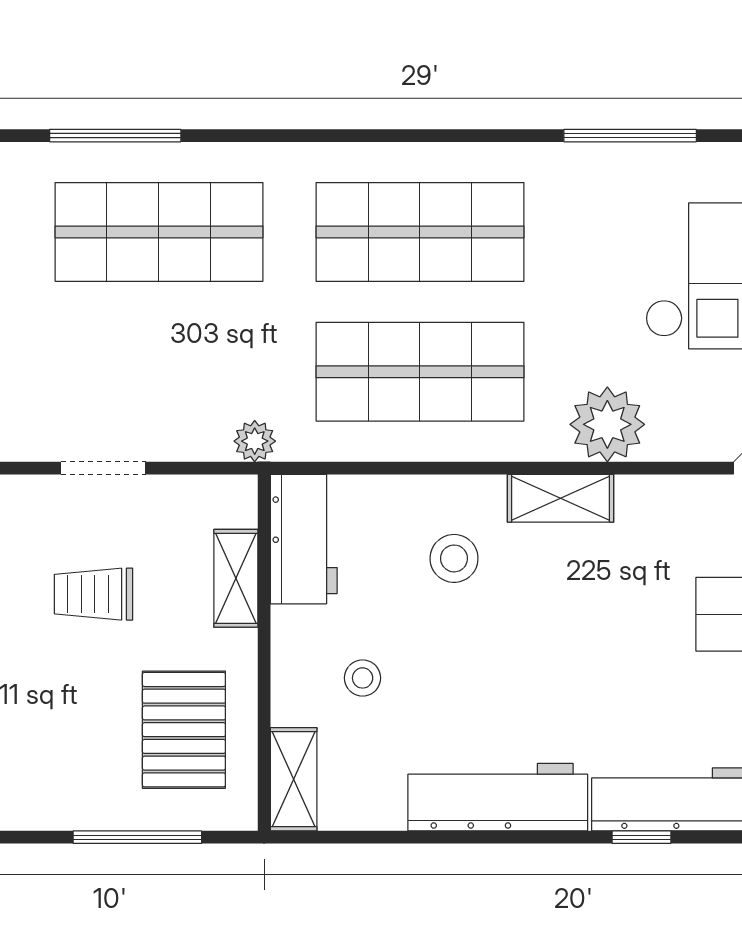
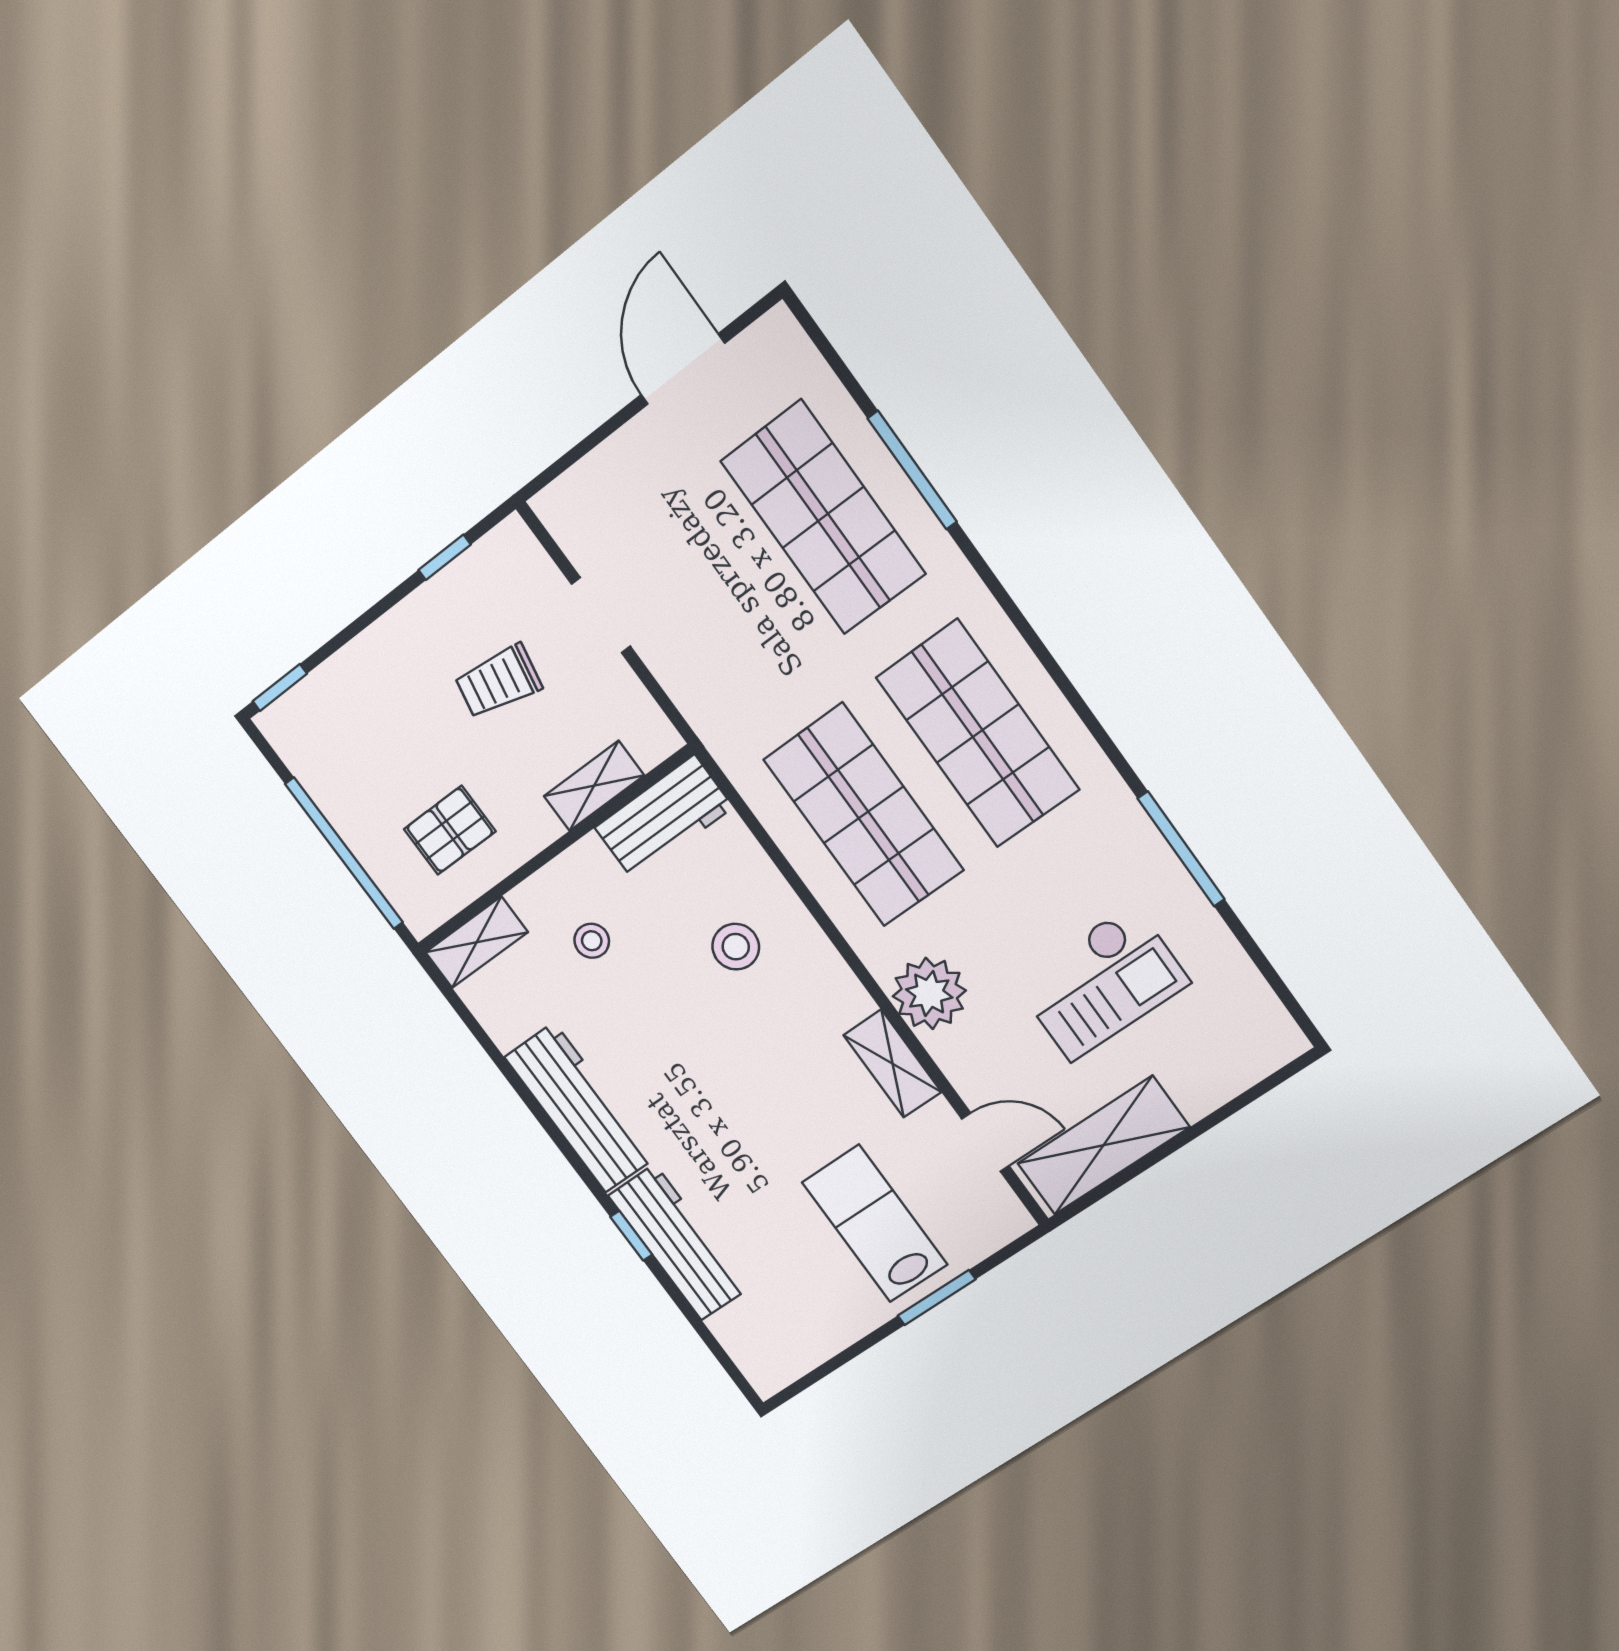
window: (115, 136) -> (912, 470), moved
plant: (255, 441) -> (712, 722), removed
shelving: (561, 498) -> (892, 1064), moved
trolley: (93, 594) -> (498, 681), turned -79
pallet: (184, 730) -> (450, 830), width x0.67, depth x0.71
window: (137, 837) -> (344, 853), width x1.46

